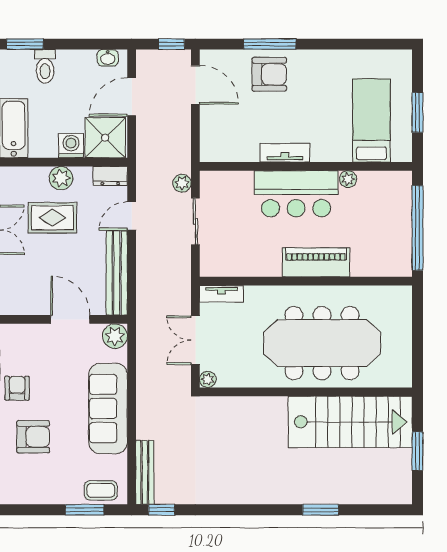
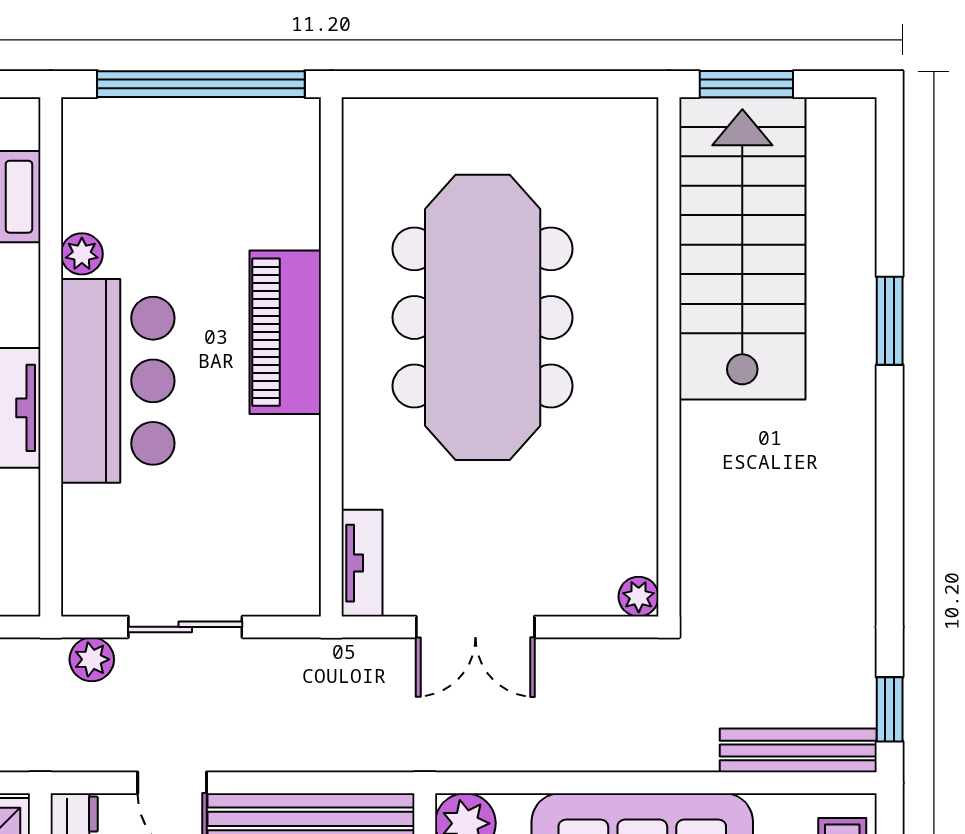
plant: (208, 379) -> (639, 597), moved
wall: (306, 392) -> (669, 357), moved
stairs: (350, 422) -> (742, 248), moved

